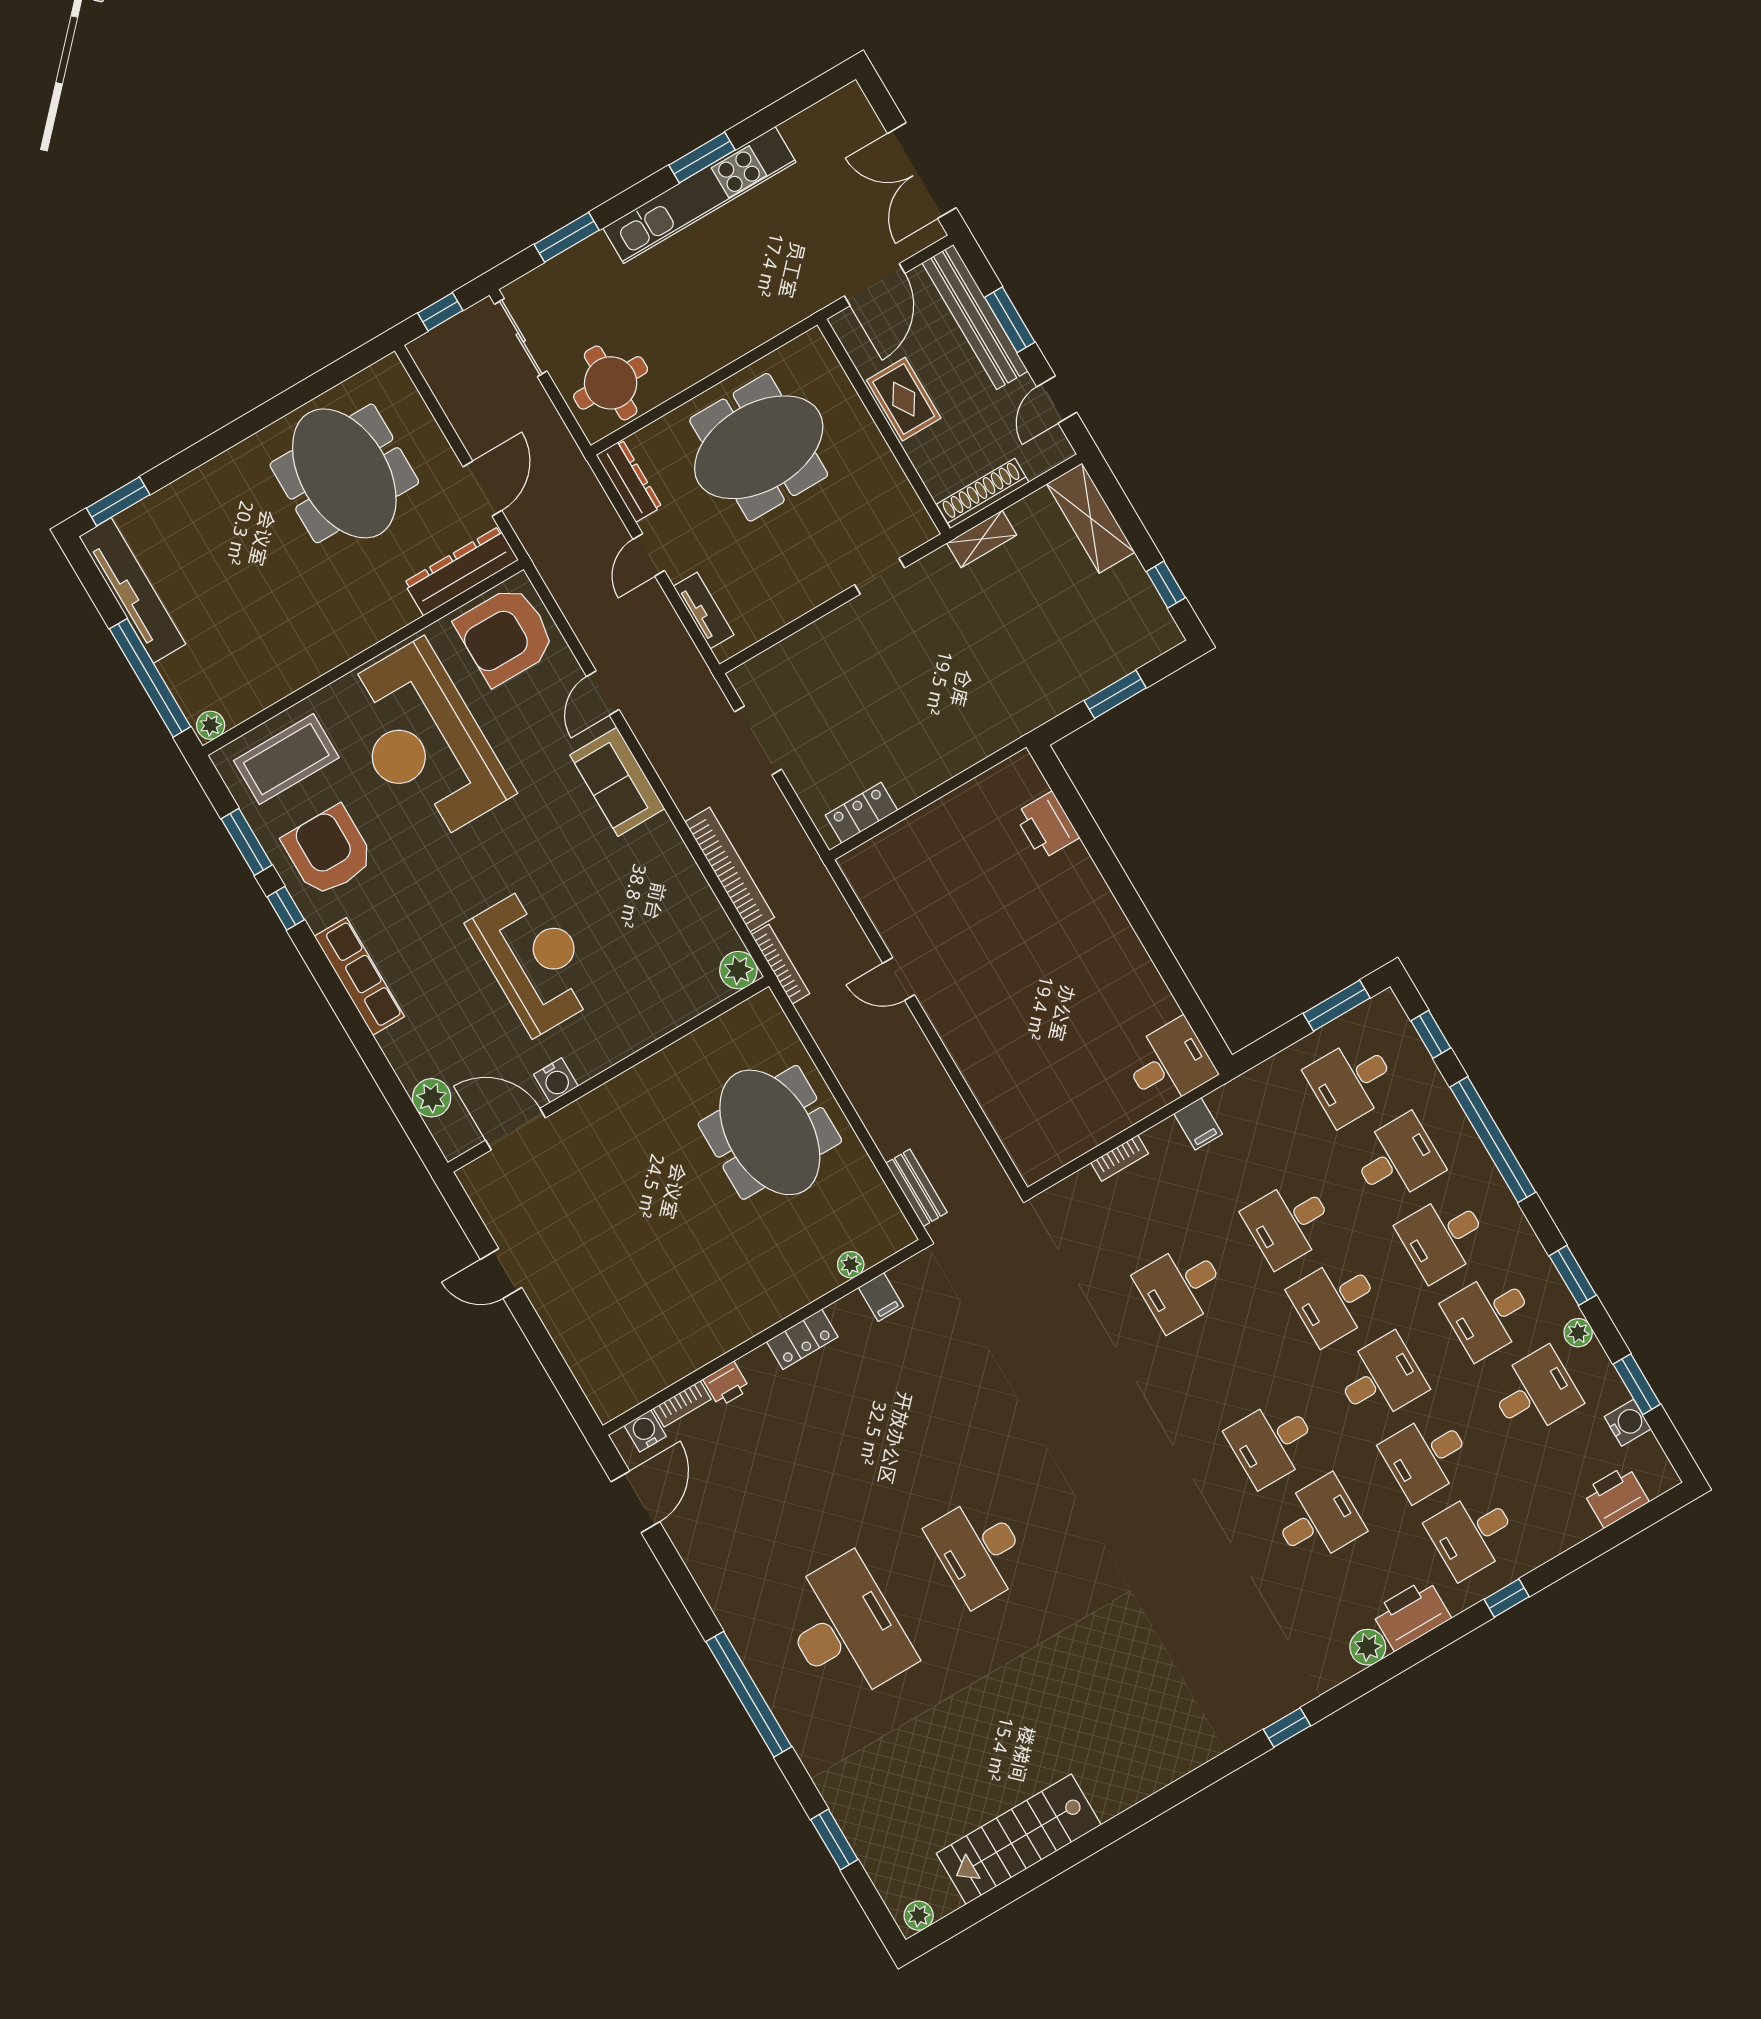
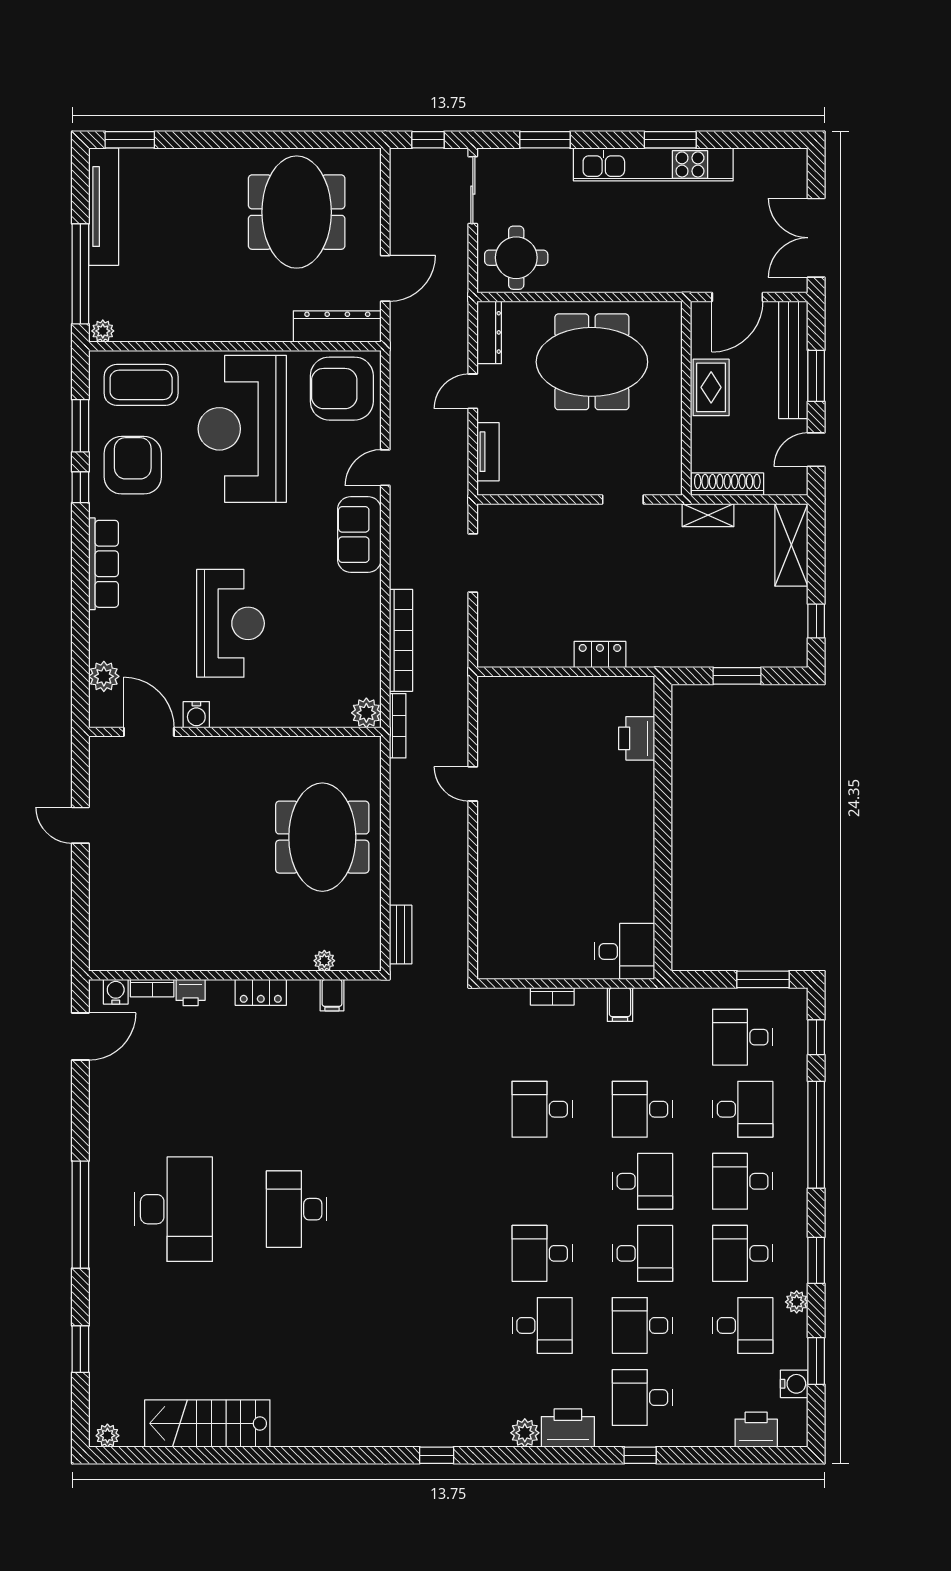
locker: (861, 813) -> (600, 655), moved
desk: (1335, 1301) -> (642, 1181), turned 180

